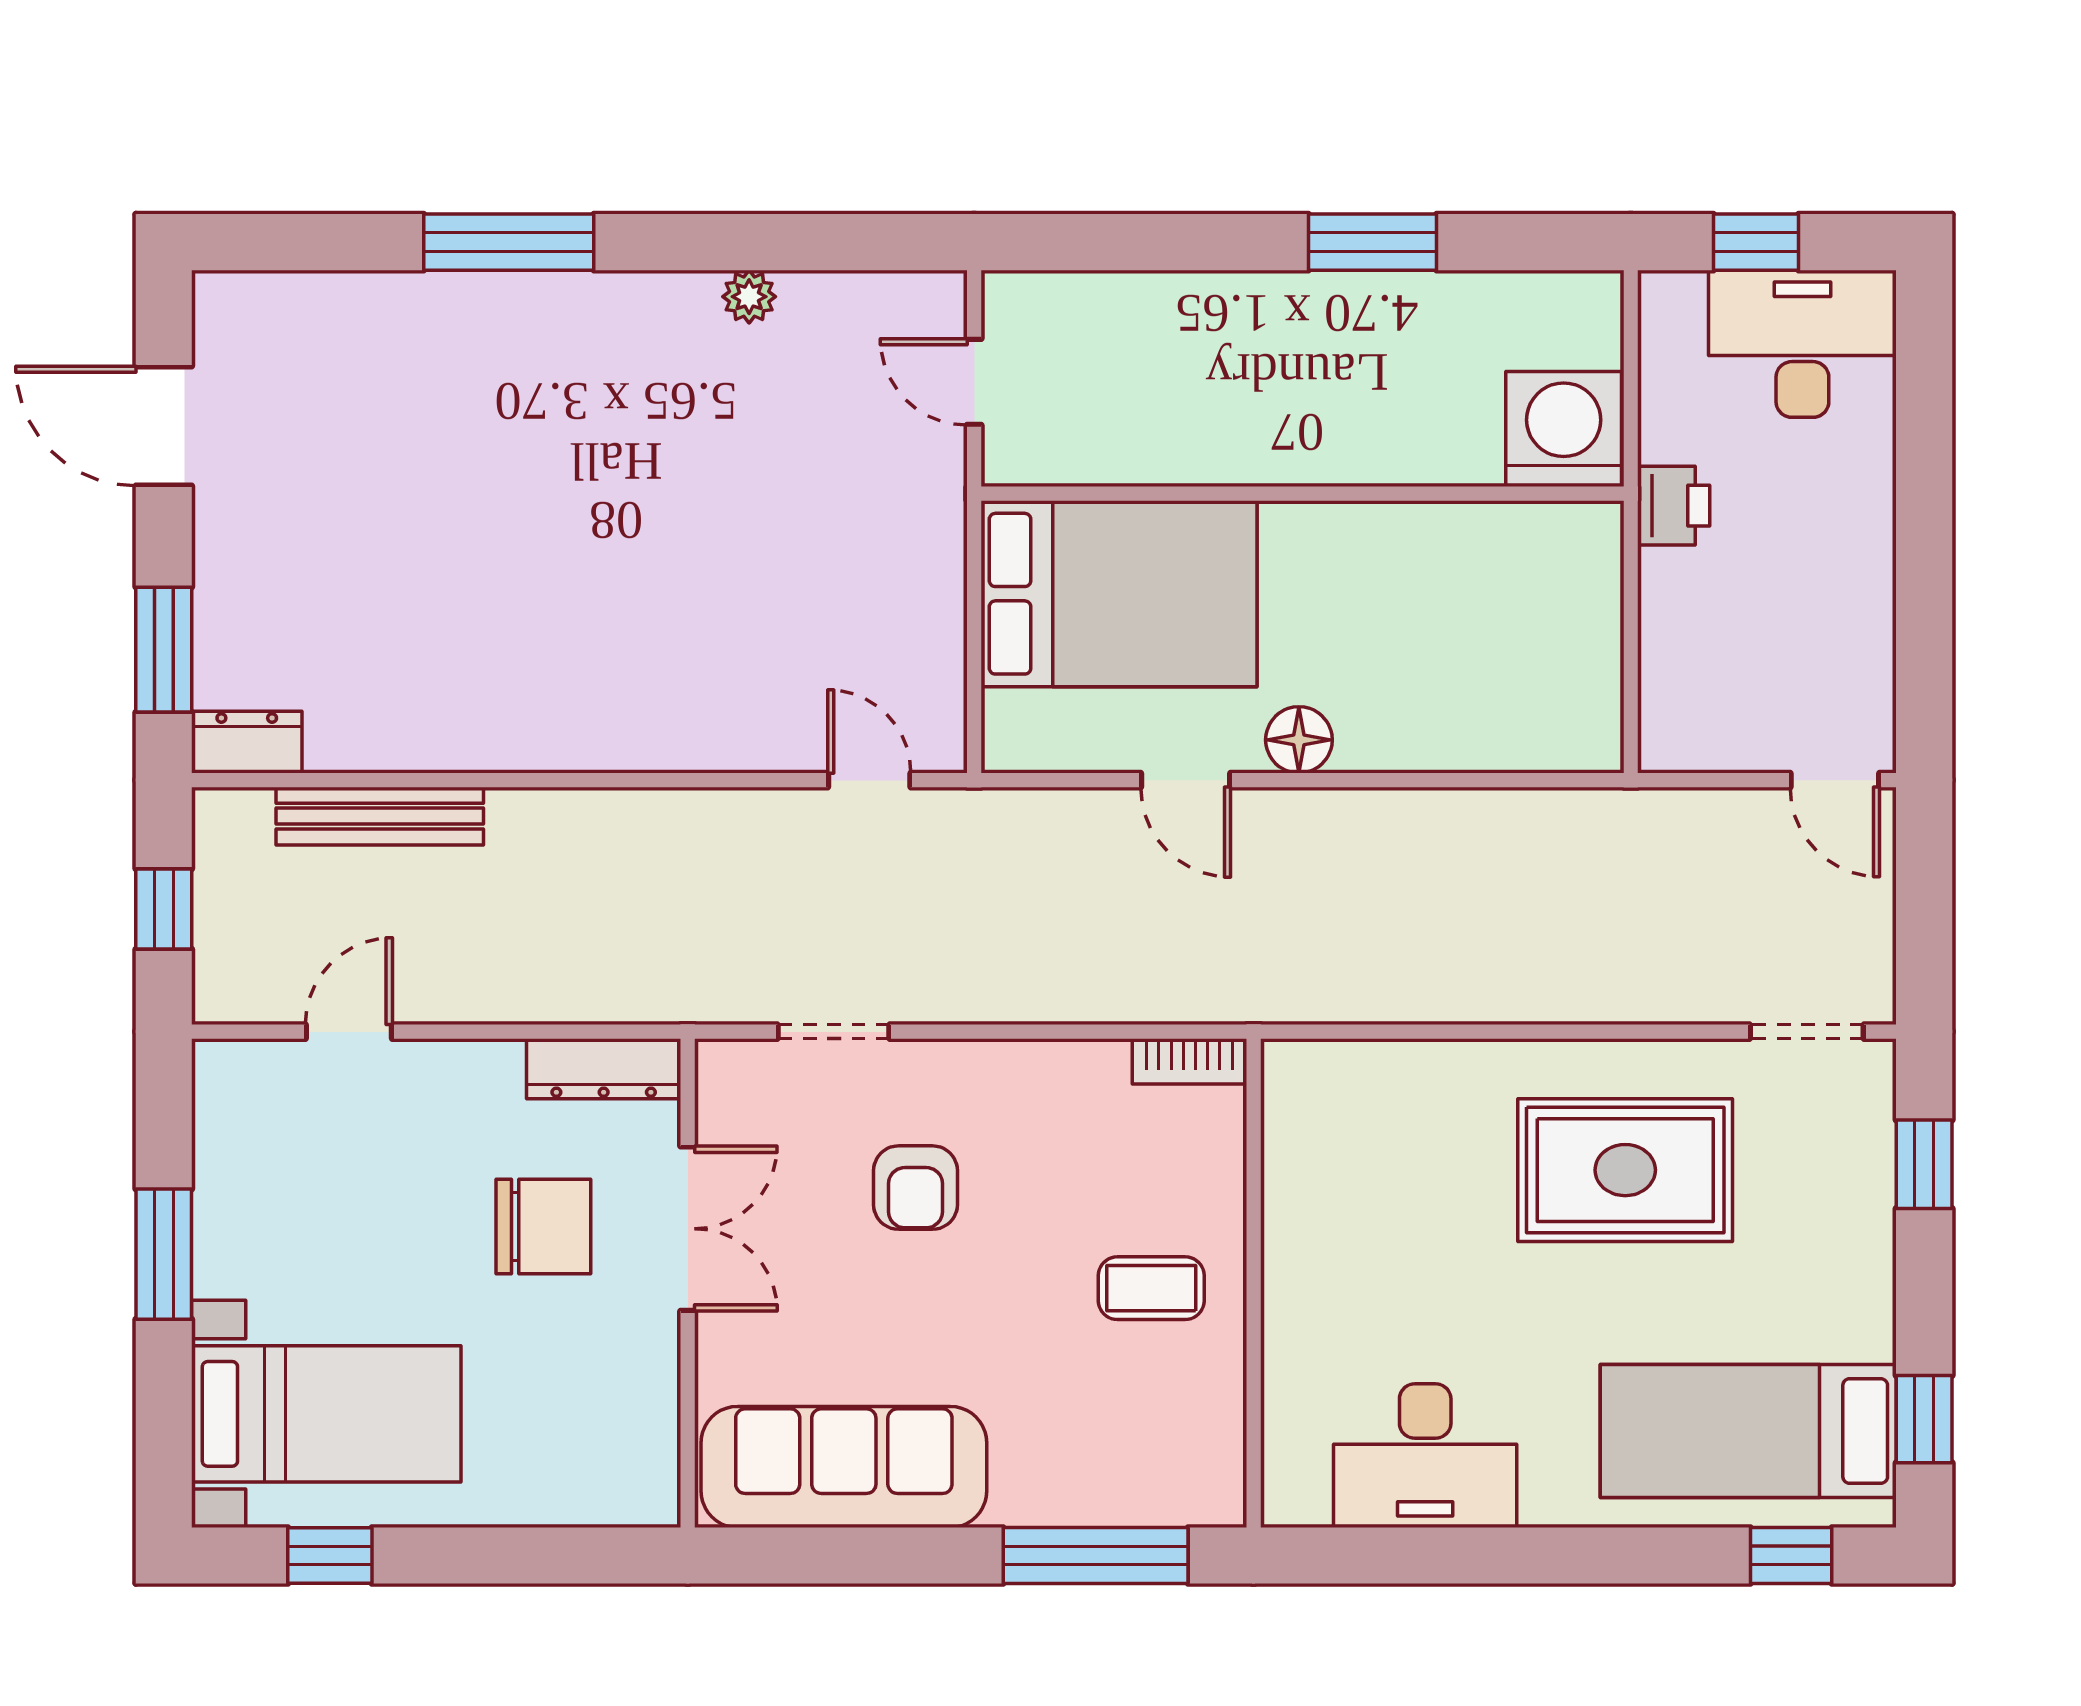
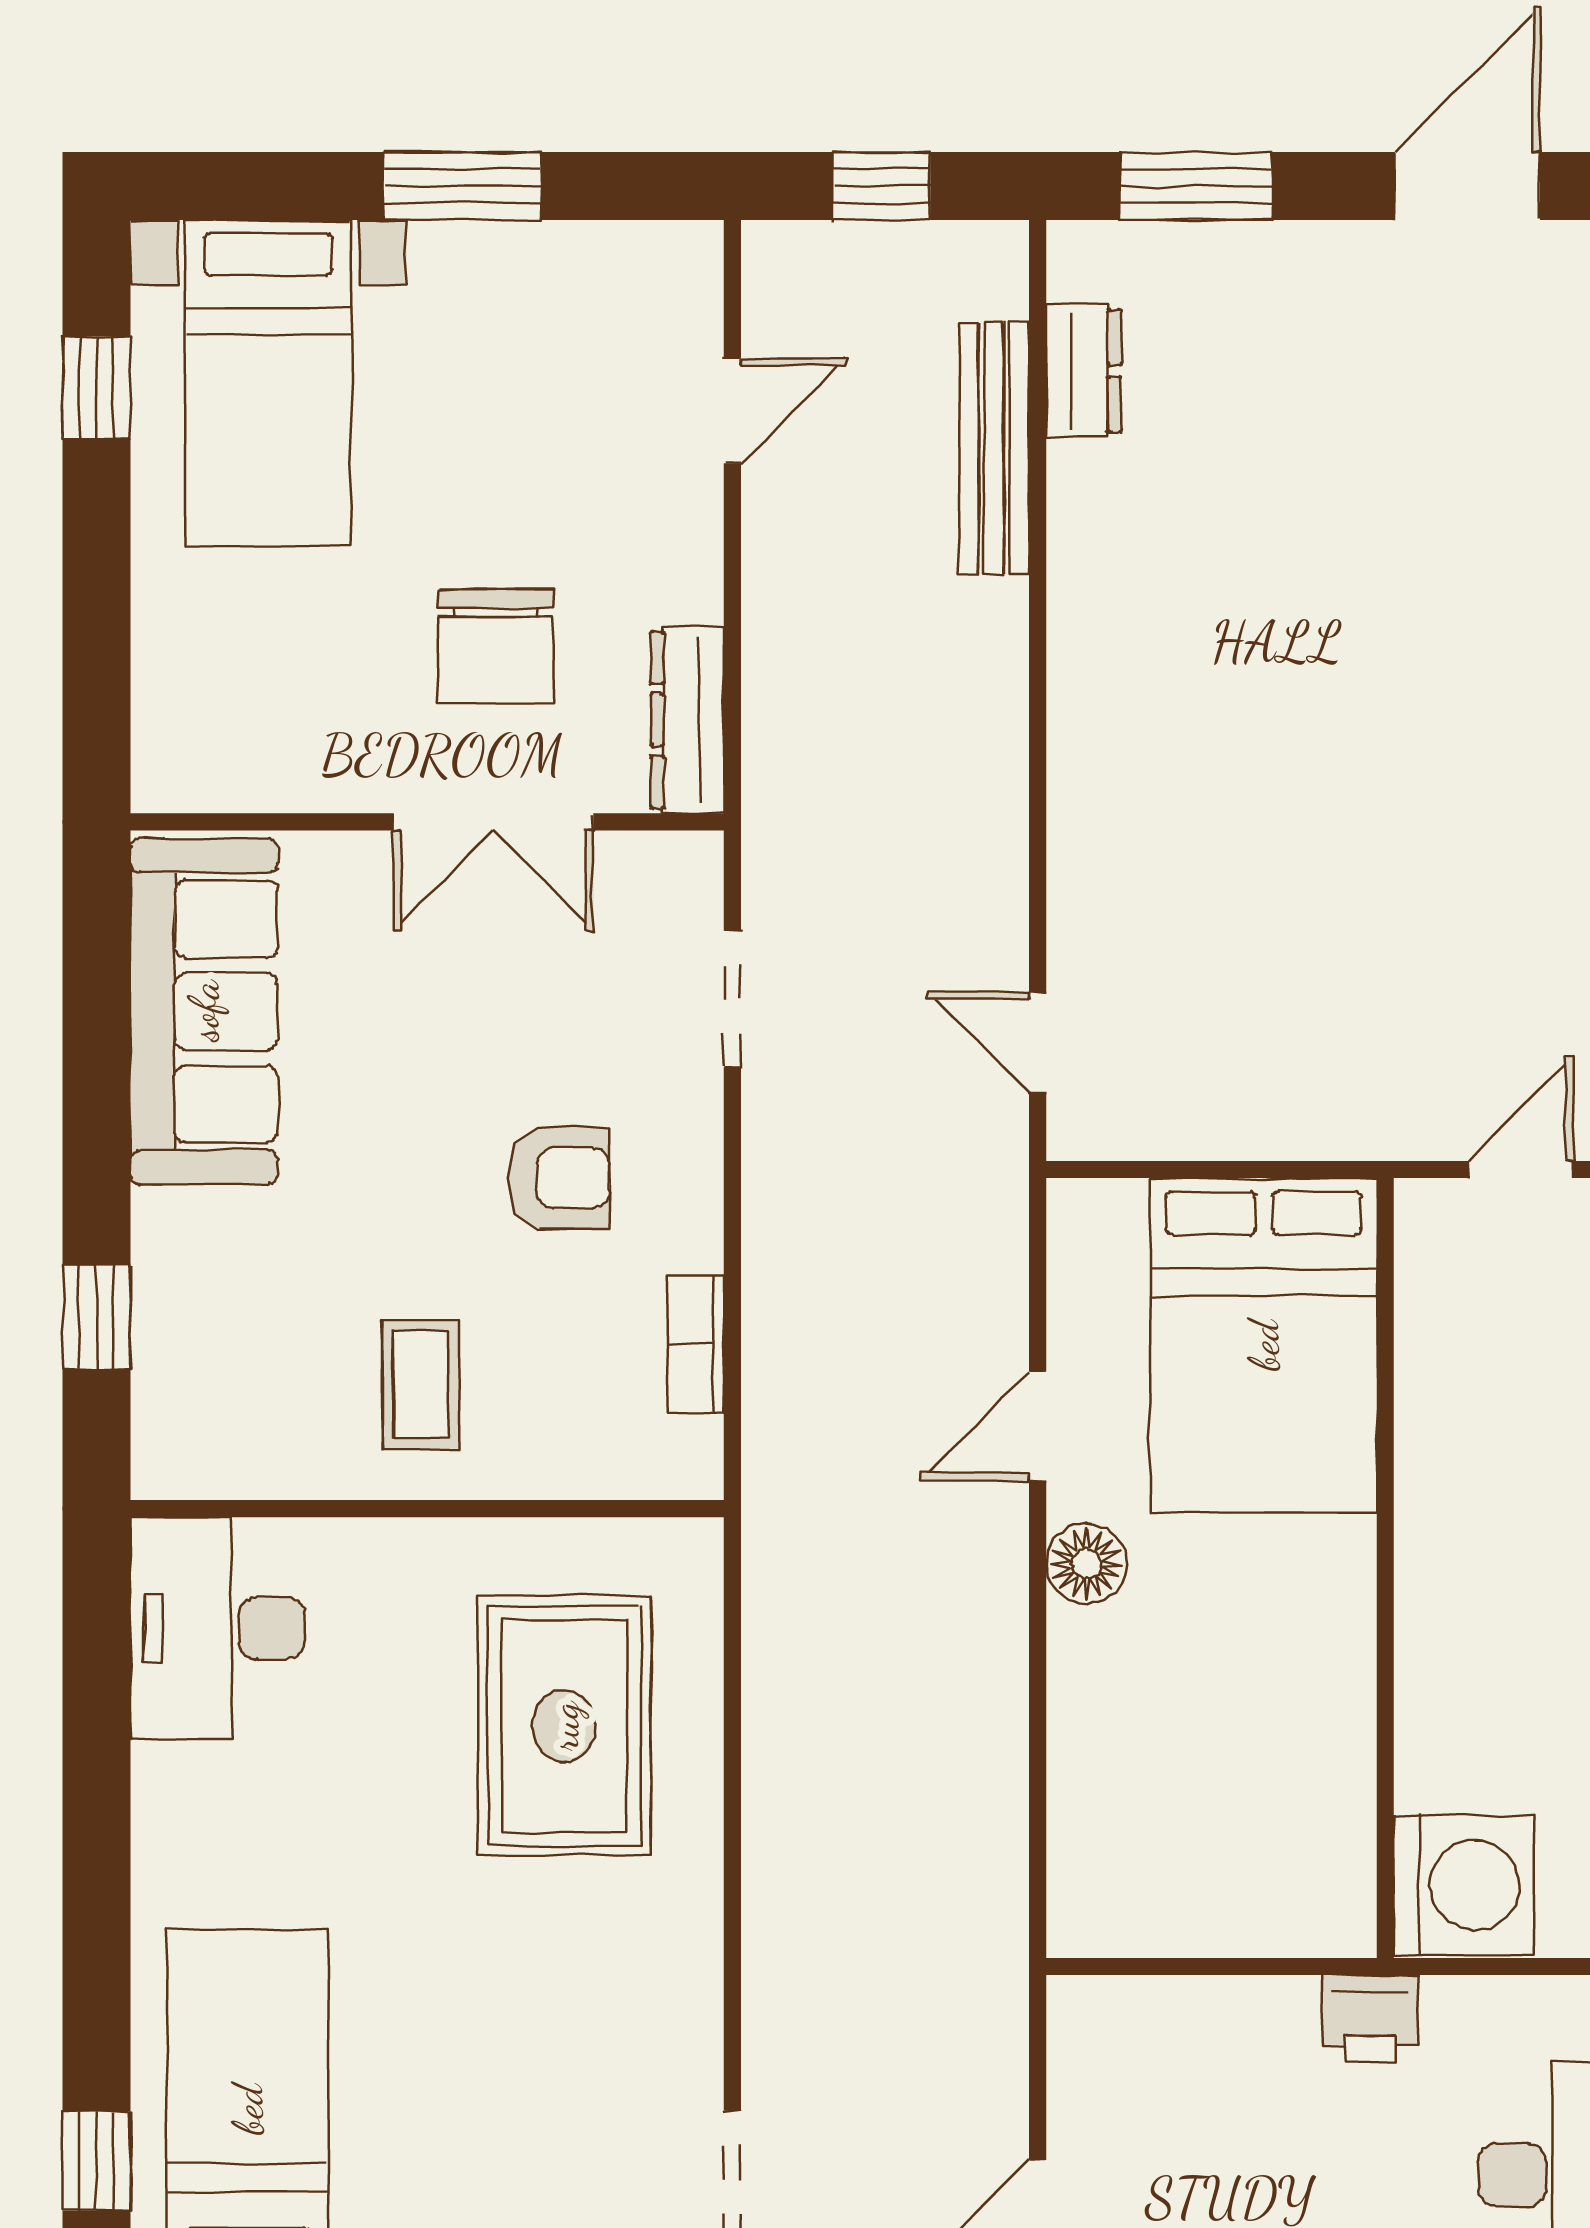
dresser: (247, 742) -> (1084, 371), moved
door: (869, 780) -> (1038, 1042), swing flipped
door: (349, 1032) -> (732, 411), hinge flipped
bookcase: (1189, 1061) -> (696, 1344), moved
rug: (1625, 1170) -> (564, 1726), moved
armchair: (916, 1188) -> (559, 1178), moved, turned 180
desk: (1425, 1456) -> (218, 1628), moved
window: (1096, 1556) -> (97, 1317), width x0.46

